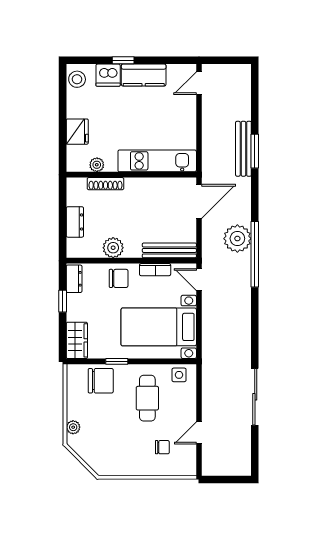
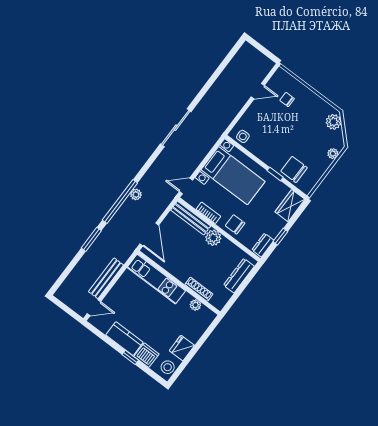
fridge: (77, 132) -> (182, 348), moved
bench: (243, 149) -> (106, 278), moved
door: (199, 201) -> (149, 234), swing flipped
dresser: (75, 222) -> (239, 276), width x1.44
plant: (237, 239) -> (136, 194), width x0.53, depth x0.53
plant: (113, 248) -> (213, 238), moved
window: (255, 254) -> (120, 202), moved
door: (199, 280) -> (186, 186), swing flipped
sliding door: (255, 397) -> (176, 128), moved
cafe table: (147, 398) -> (273, 137), removed
plant: (97, 460) -> (334, 122), added

